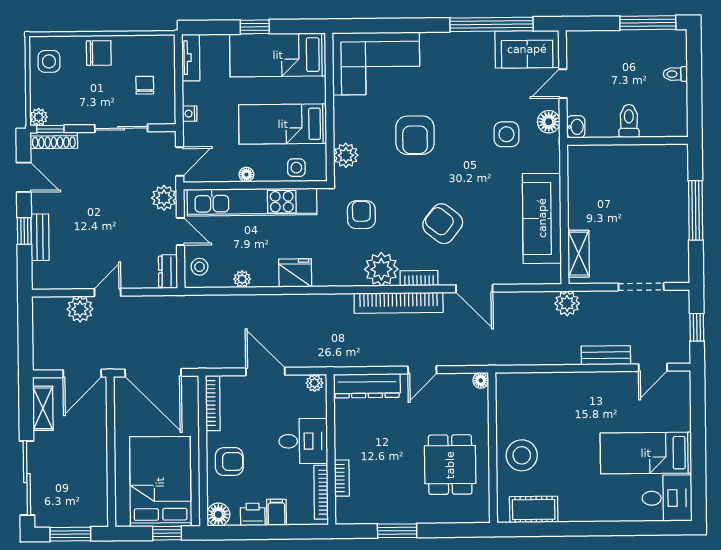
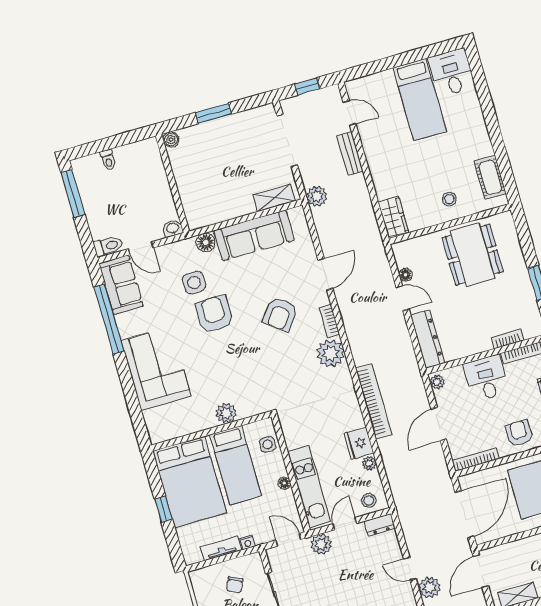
bed: (278, 55) -> (190, 482), width x1.50
tv unit: (191, 58) -> (221, 548), moved
corner sofa: (376, 63) -> (156, 368), moved
chair: (145, 85) -> (235, 585), turned -64
toilet: (629, 121) -> (108, 246), moved, turned 180
floor lamp: (549, 122) -> (206, 242), moved
armchair: (415, 135) -> (214, 314), moved, turned -90
boiler: (679, 153) -> (171, 139), added
plant: (346, 155) -> (226, 413), moved
kitchen unit: (252, 202) -> (309, 486), width x0.73
window: (696, 210) -> (213, 113), width x0.69
armchair: (361, 215) -> (291, 382), removed
fridge: (295, 273) -> (359, 443), moved
doorway: (641, 287) -> (287, 140), width x1.36
bookcase: (399, 303) -> (373, 401), moved
door: (82, 373) -> (481, 571), swing flipped
floor lamp: (481, 380) -> (406, 275), moved
wardrobe: (519, 385) -> (393, 217), added
stool: (522, 455) -> (449, 199), width x0.53, depth x0.53
dining table: (450, 465) -> (473, 255), width x1.37

